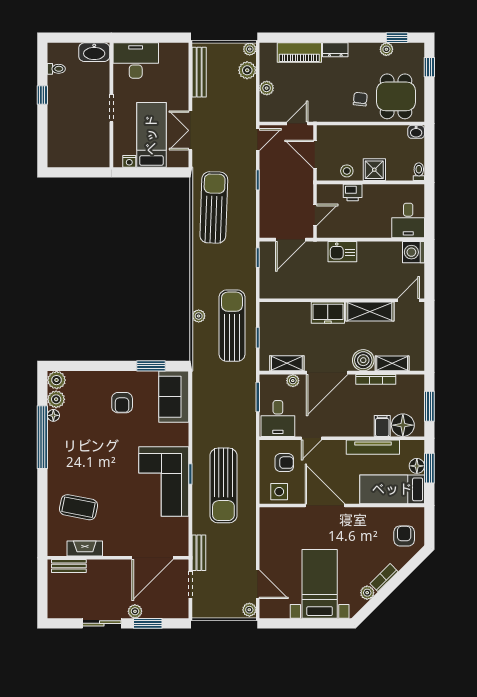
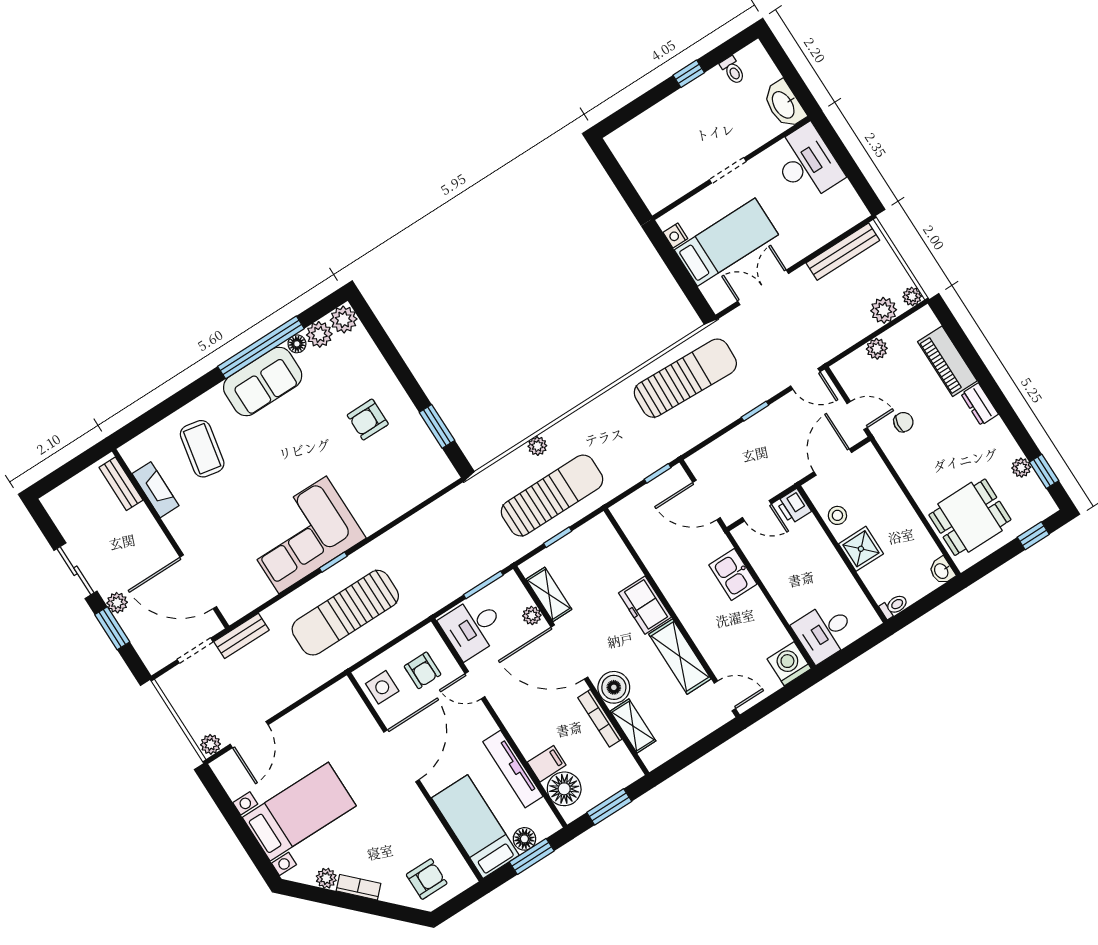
chair: (360, 99) -> (903, 422), moved
printer: (353, 192) -> (794, 506), moved
sofa: (174, 397) -> (263, 382), moved, turned 180

